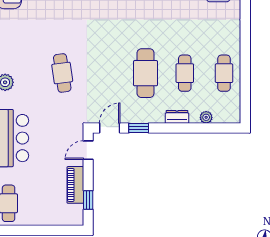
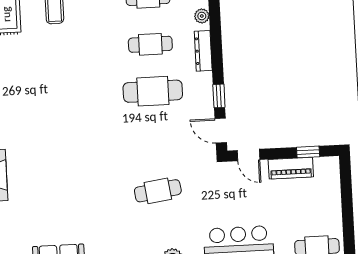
dresser: (177, 117) -> (203, 51), width x1.44

